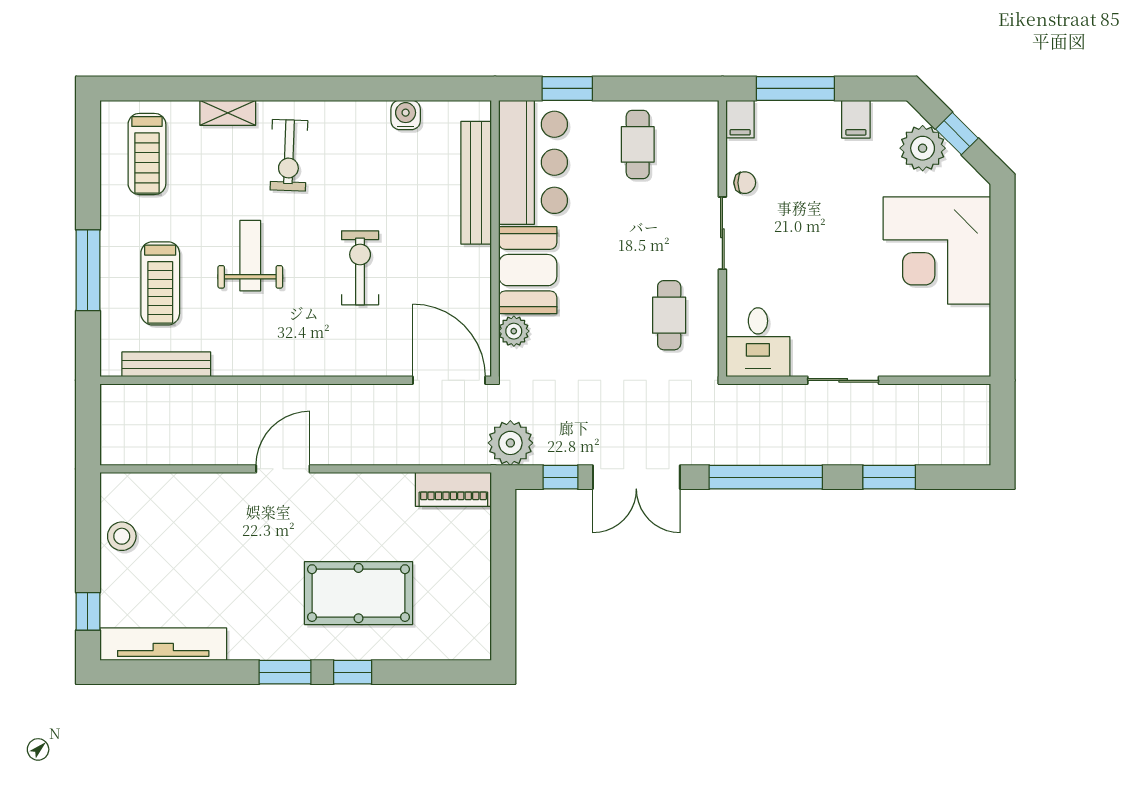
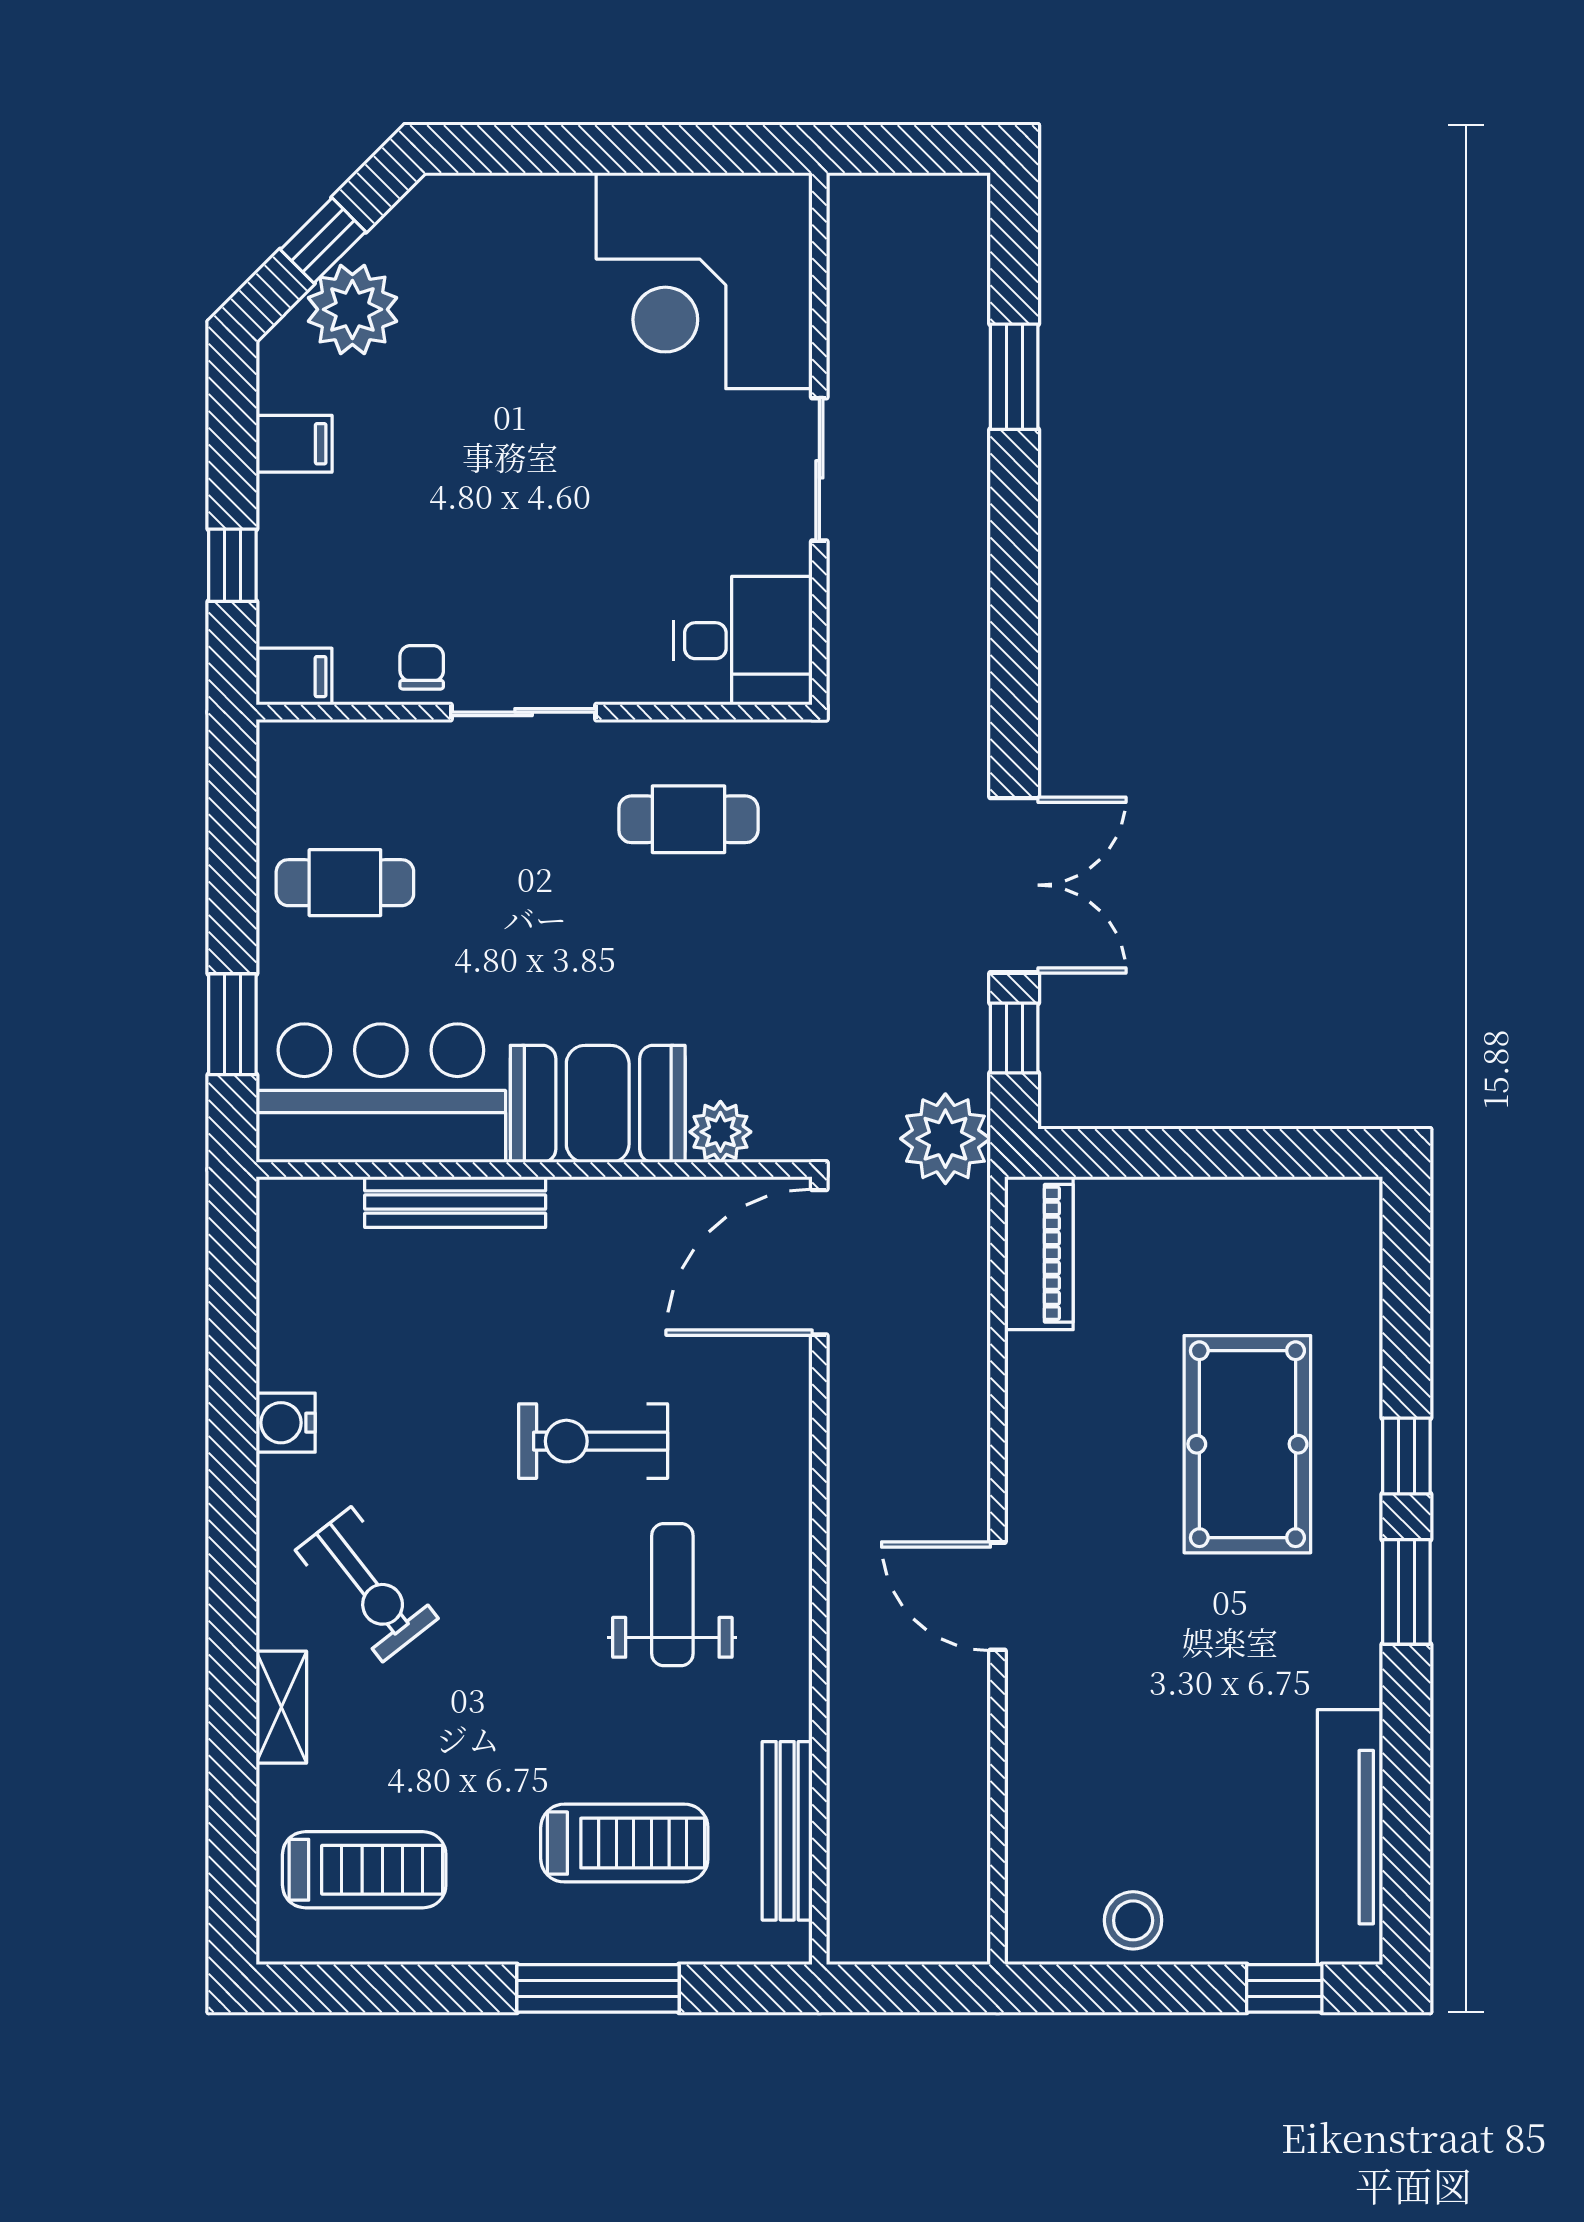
window: (795, 88) -> (232, 565), width x0.46
water cooler: (406, 115) -> (286, 1423), moved
exercise bike: (289, 155) -> (367, 1584), turned 50
bench: (476, 183) -> (455, 1202), width x0.73, depth x0.82
corner desk: (937, 251) -> (704, 281), moved, turned 90
weight bench: (250, 256) -> (672, 1595), moved, turned 90
window: (766, 477) -> (1014, 625), removed

